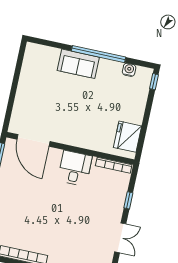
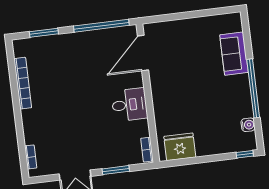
sofa: (78, 64) -> (234, 54), moved
bookcase: (114, 165) -> (147, 150), width x0.64
window: (128, 200) -> (116, 170), width x1.50

